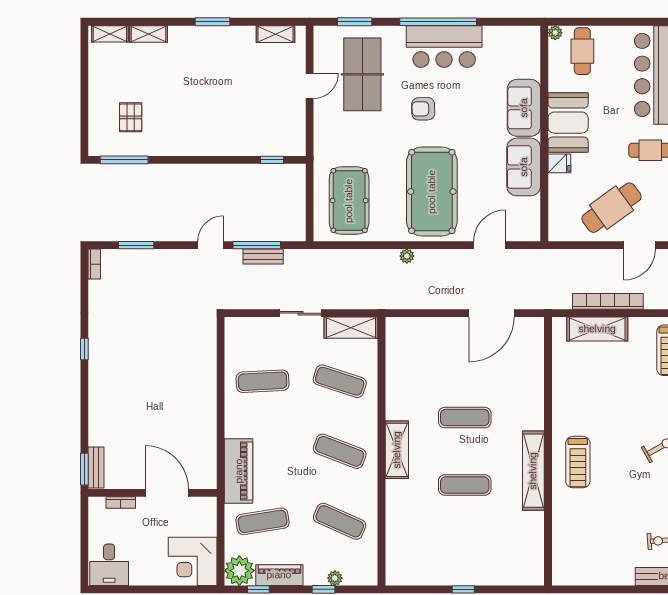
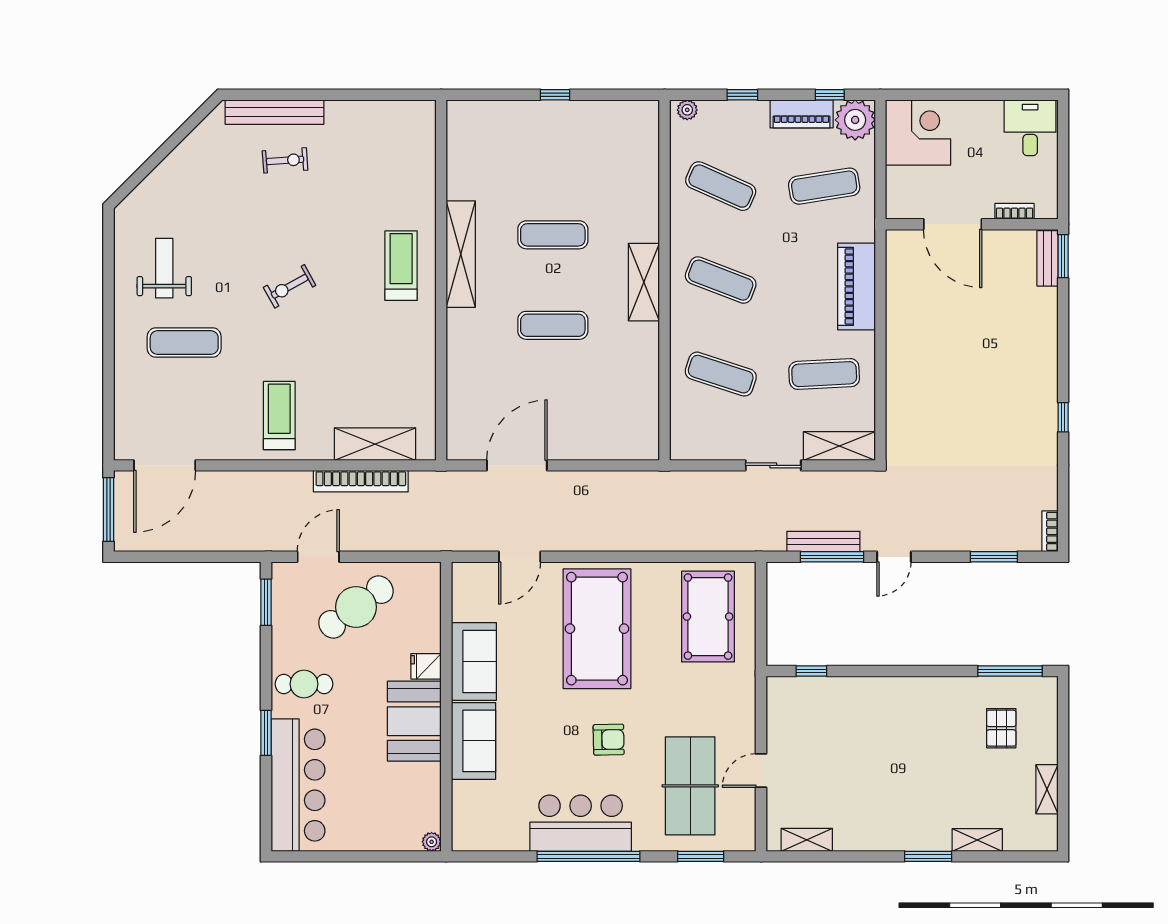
window: (213, 22) -> (928, 856), moved
shelving: (110, 34) -> (1047, 789), moved, turned 90
cafe table: (582, 51) -> (395, 817), removed
bench: (263, 256) -> (823, 542), width x1.36
plant: (407, 256) -> (631, 542), removed
shelving: (351, 328) -> (839, 446), moved
piano: (239, 471) -> (856, 286), moved
plant: (335, 578) -> (687, 110), moved

